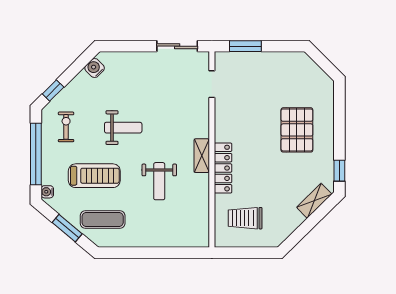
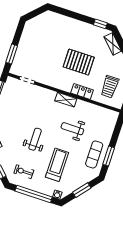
pallet: (297, 130) -> (79, 62), moved
locker: (223, 168) -> (82, 91), width x0.66
weight bench: (159, 181) -> (72, 129), turned 180
exercise mat: (103, 220) -> (94, 154), moved
window: (135, 253) -> (109, 156), added

